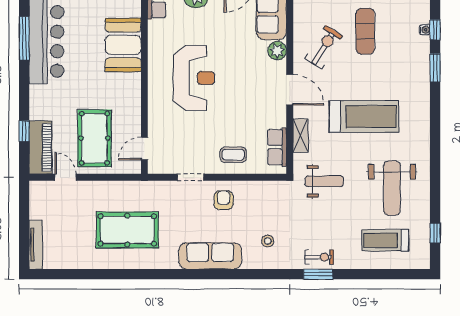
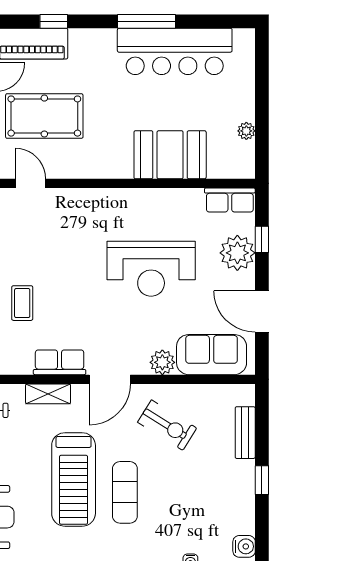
exercise mat: (365, 31) -> (125, 492), moved, turned 90
window: (24, 38) -> (146, 21), moved
reception desk: (194, 78) -> (151, 269), moved
row of seats: (277, 147) -> (60, 362), moved

